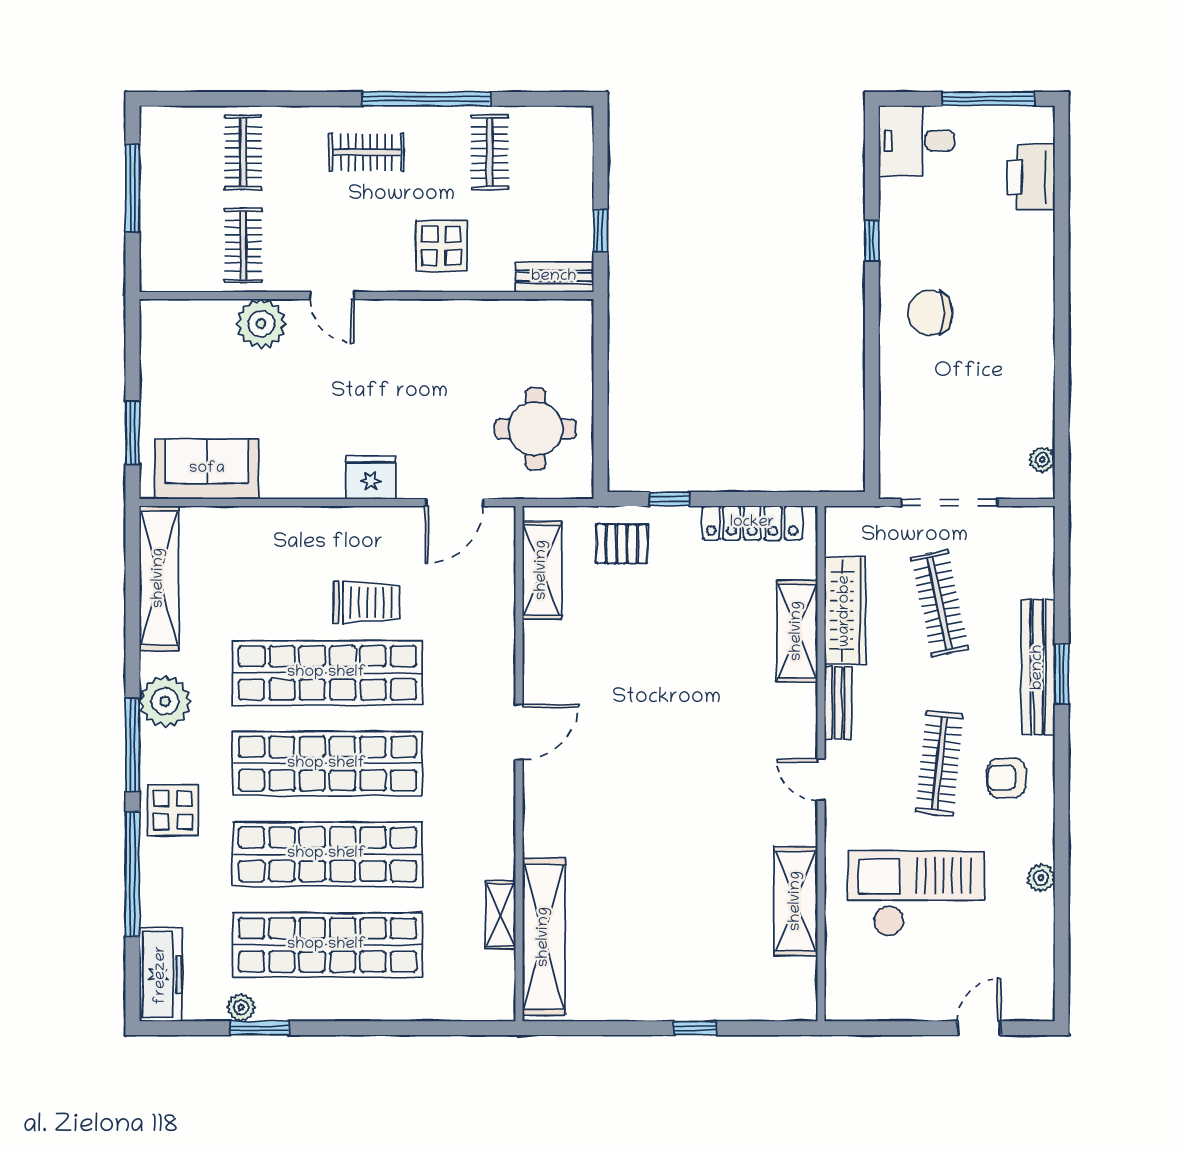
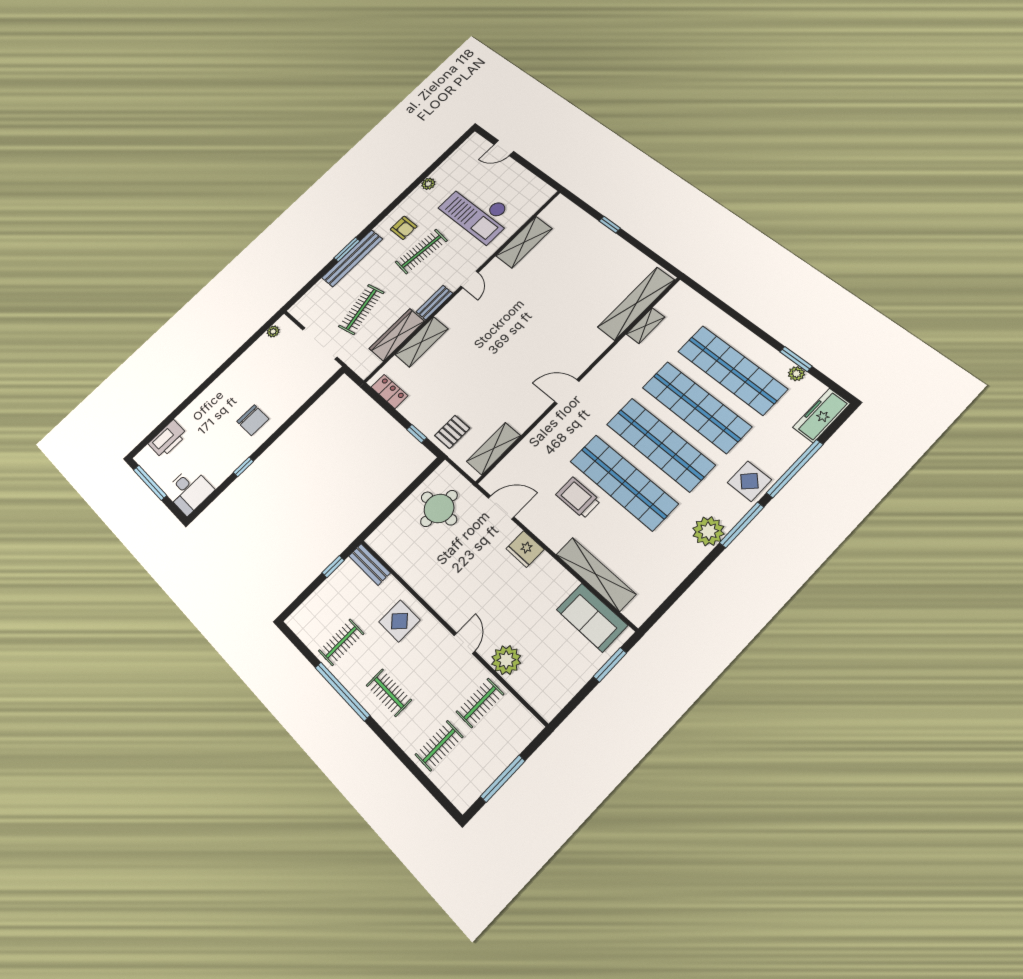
locker: (752, 523) -> (389, 391), width x0.66
pallet: (622, 544) -> (452, 432), turned 90
shelving: (159, 578) -> (596, 574), moved, turned 90

